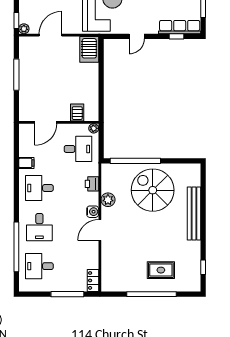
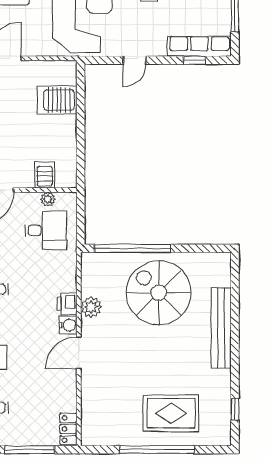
server rack: (89, 49) -> (57, 100), moved, turned 90
plant: (94, 128) -> (48, 199), moved
printer: (92, 184) -> (67, 304), moved
rug: (161, 270) -> (171, 413), width x1.36, depth x1.43

